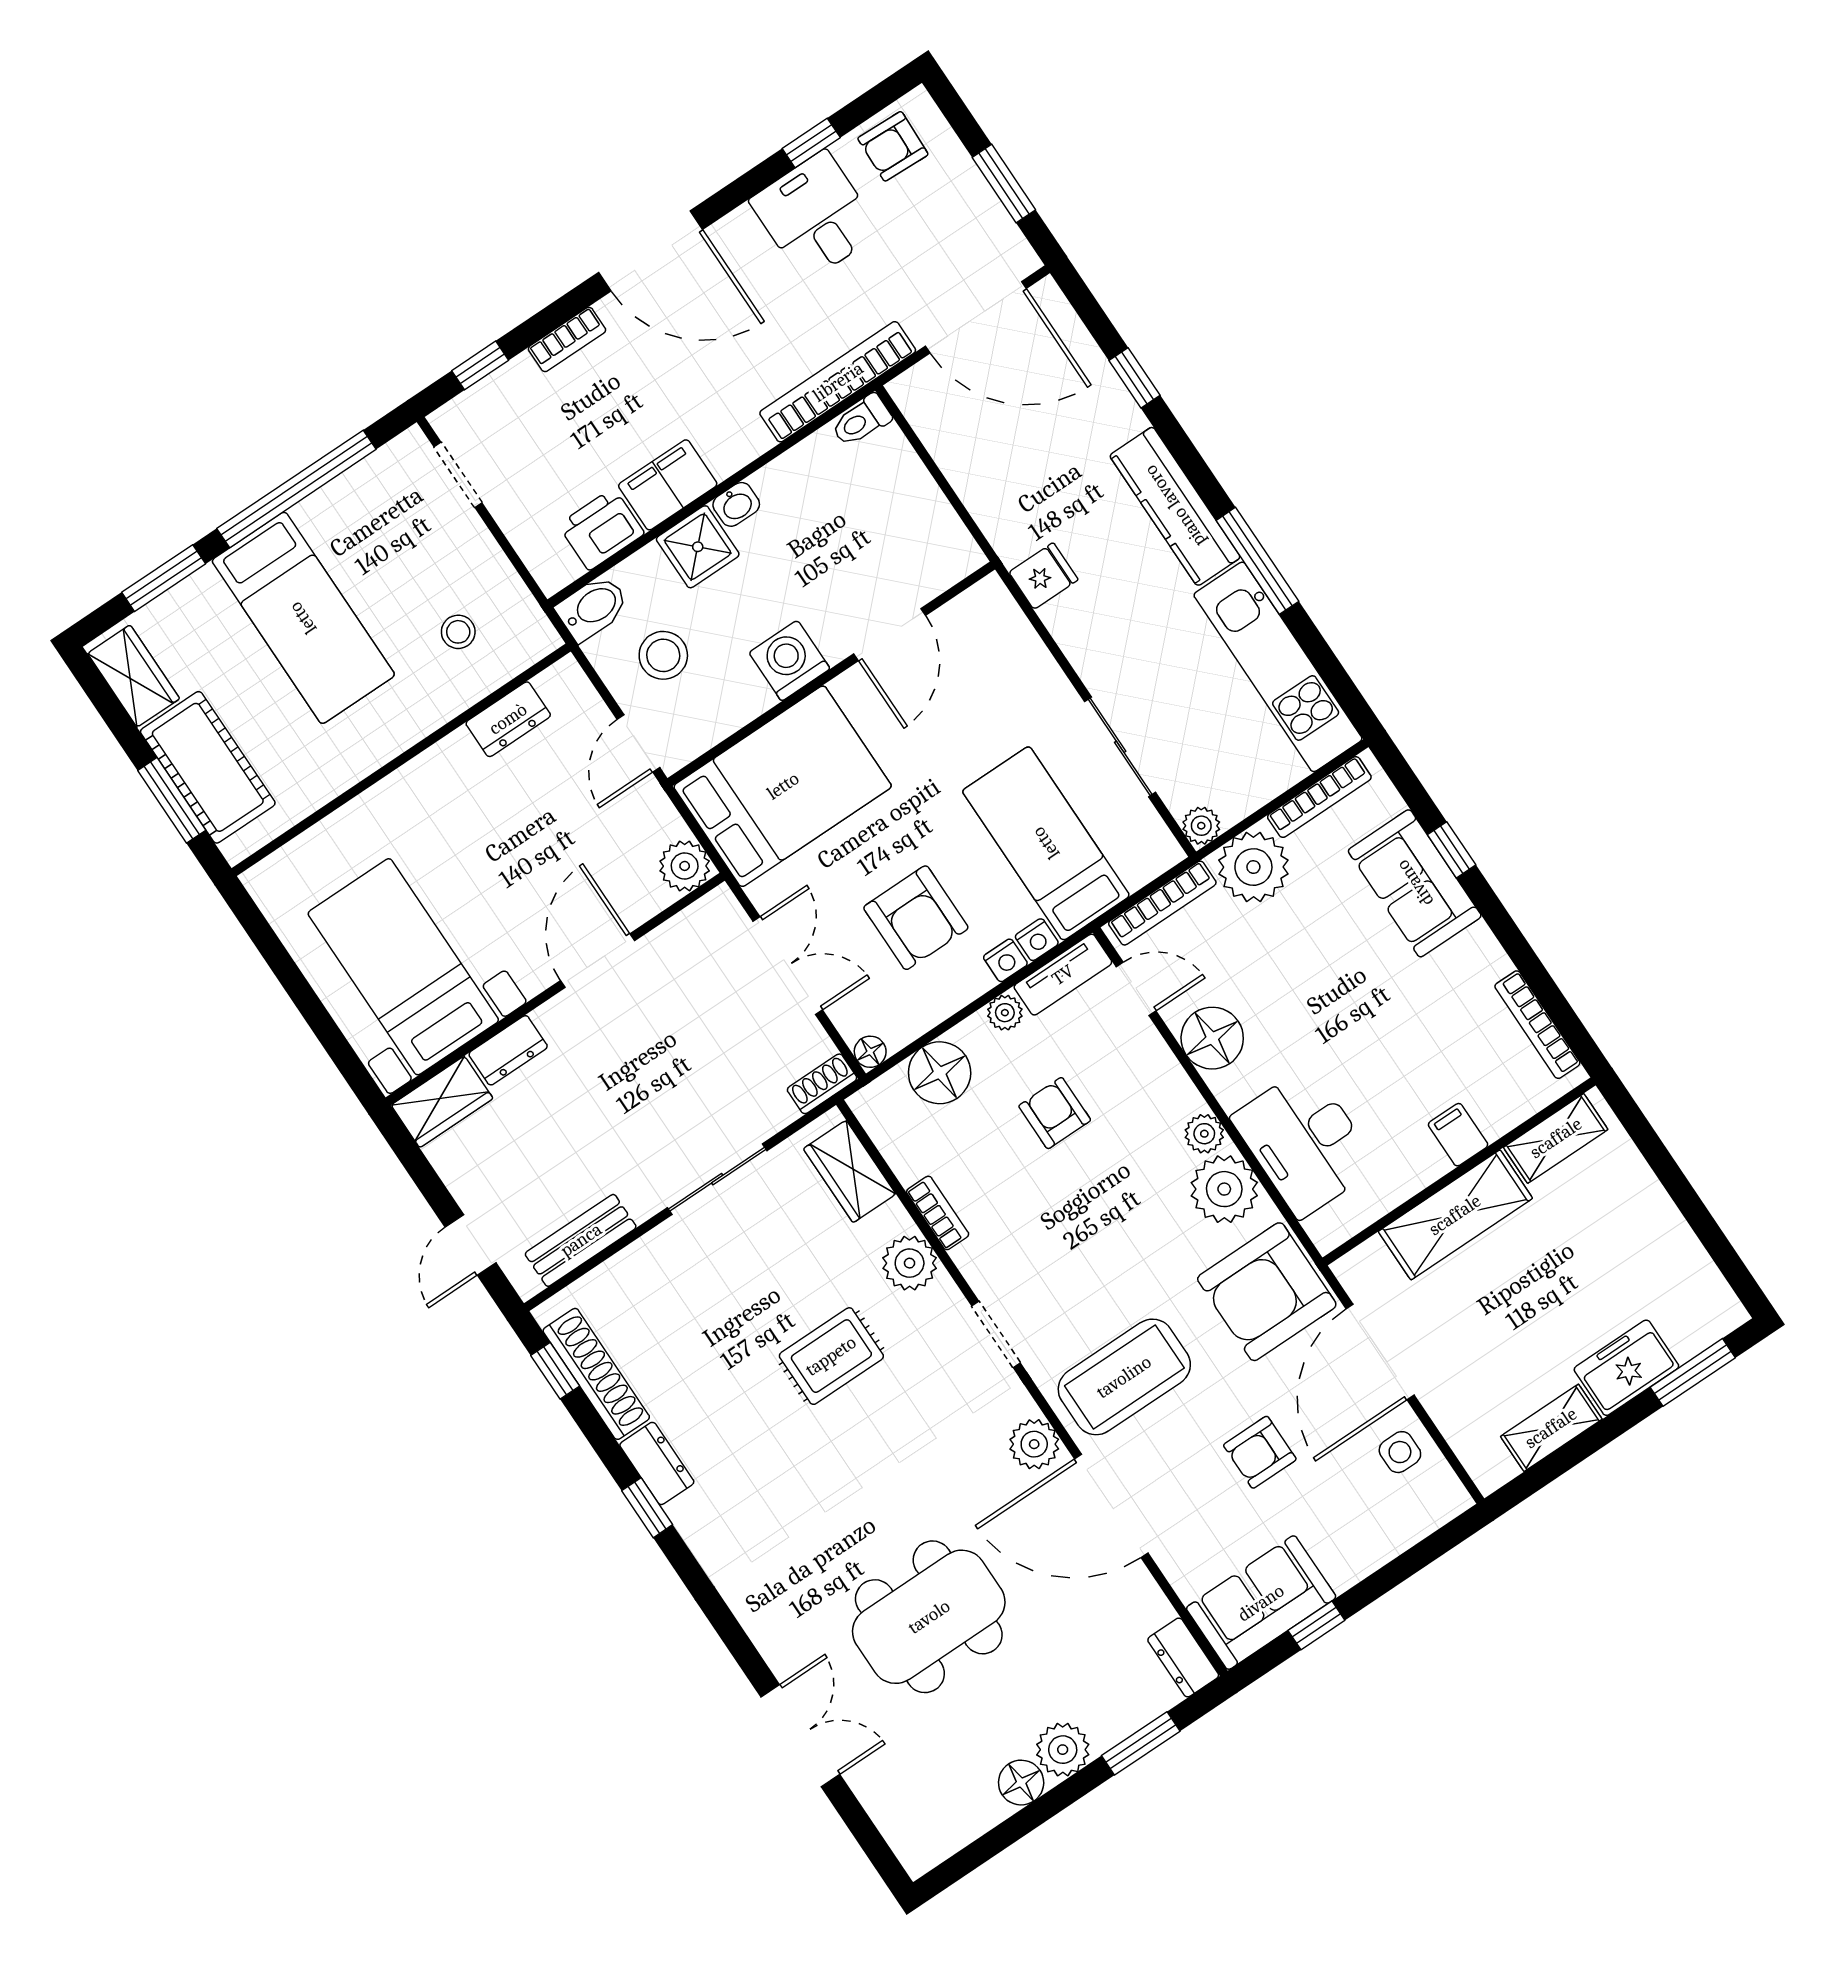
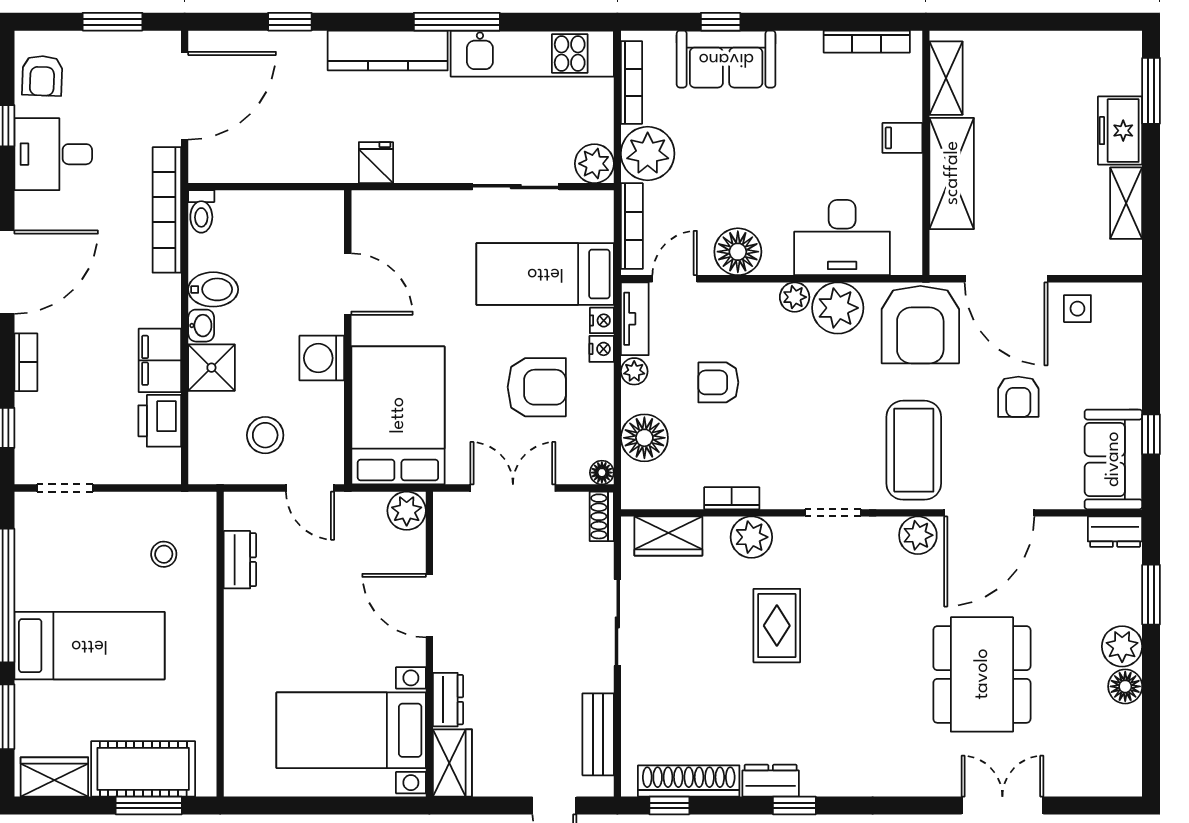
bidet: (593, 608) -> (213, 289), moved, turned 90
plant: (1201, 826) -> (594, 164), width x1.38, depth x1.38

